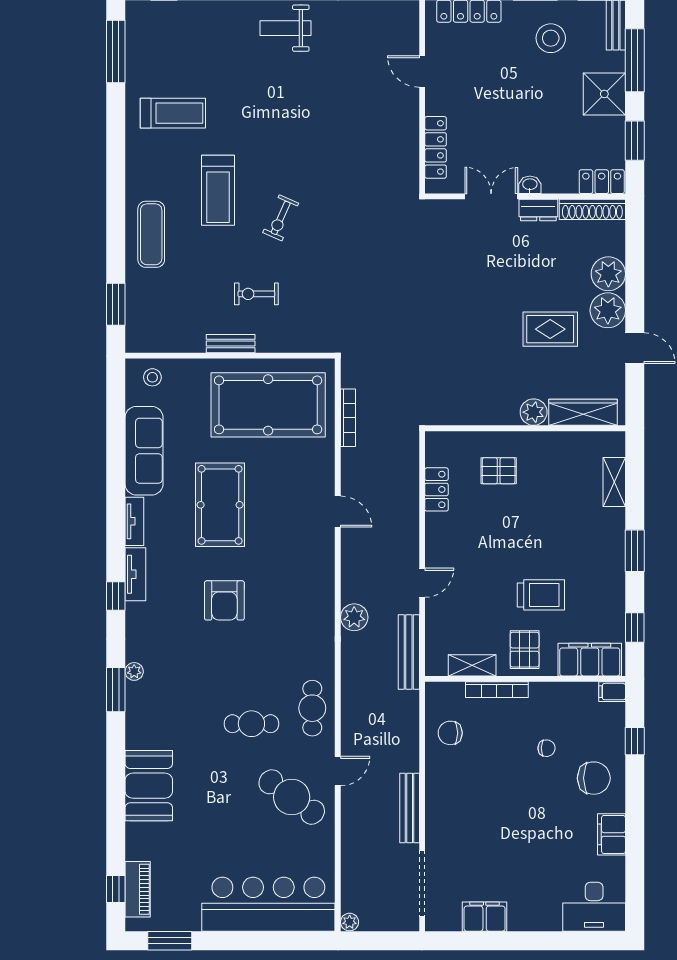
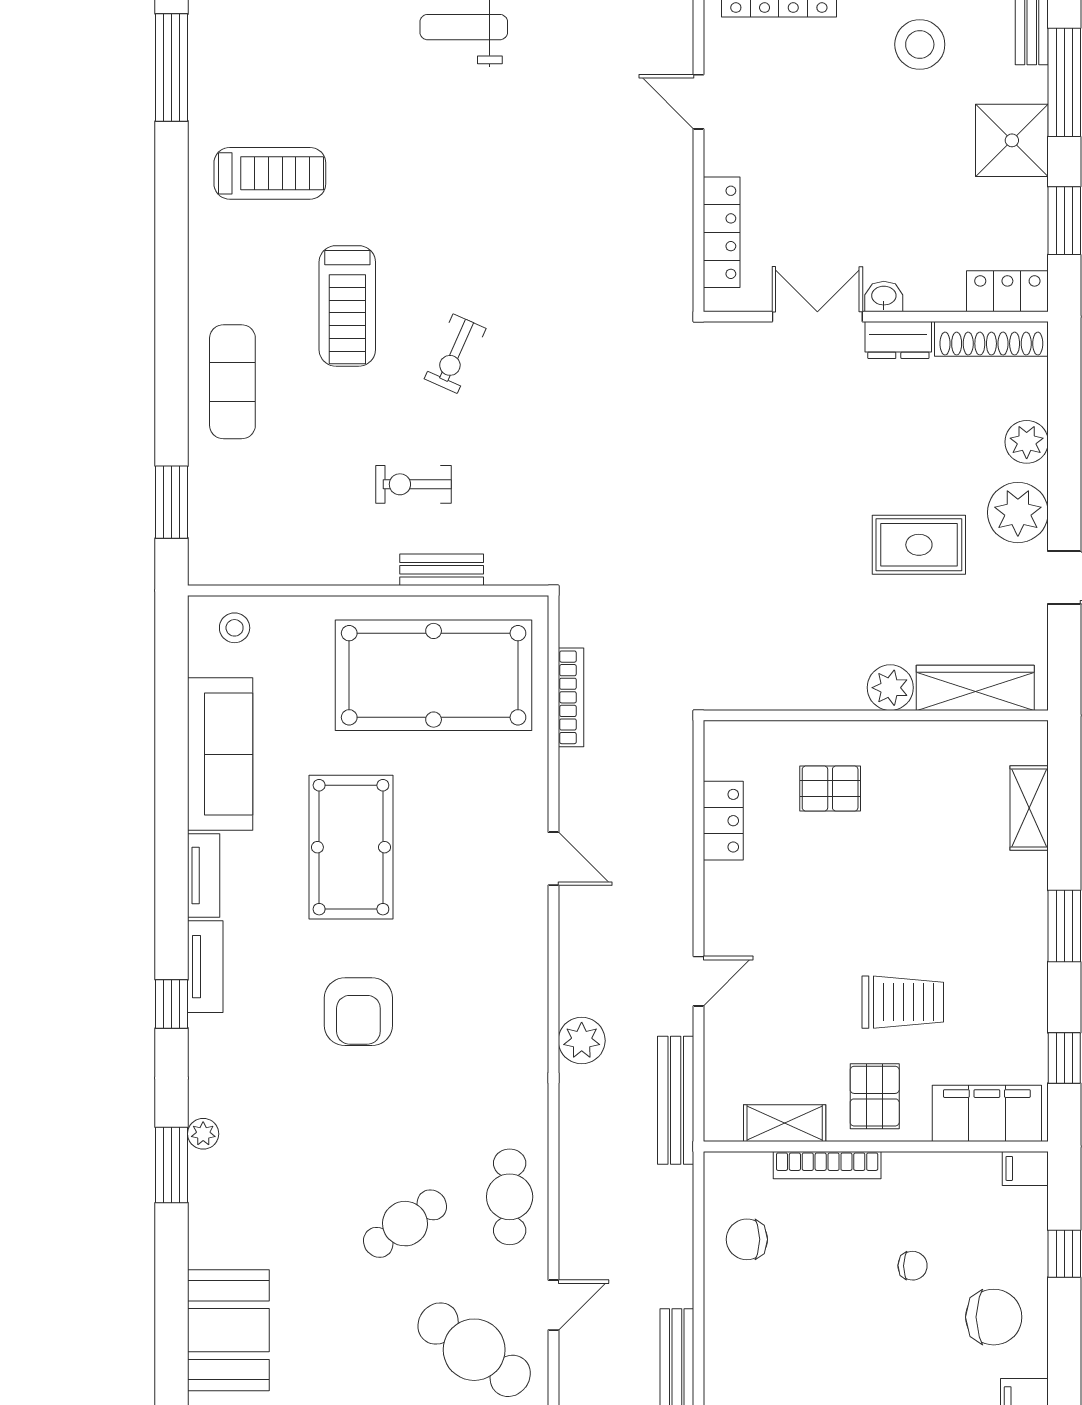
plant: (608, 274) -> (1027, 442), width x0.73, depth x0.73
bench: (231, 344) -> (442, 570), moved
cafe table: (251, 724) -> (405, 1224), turned -35

